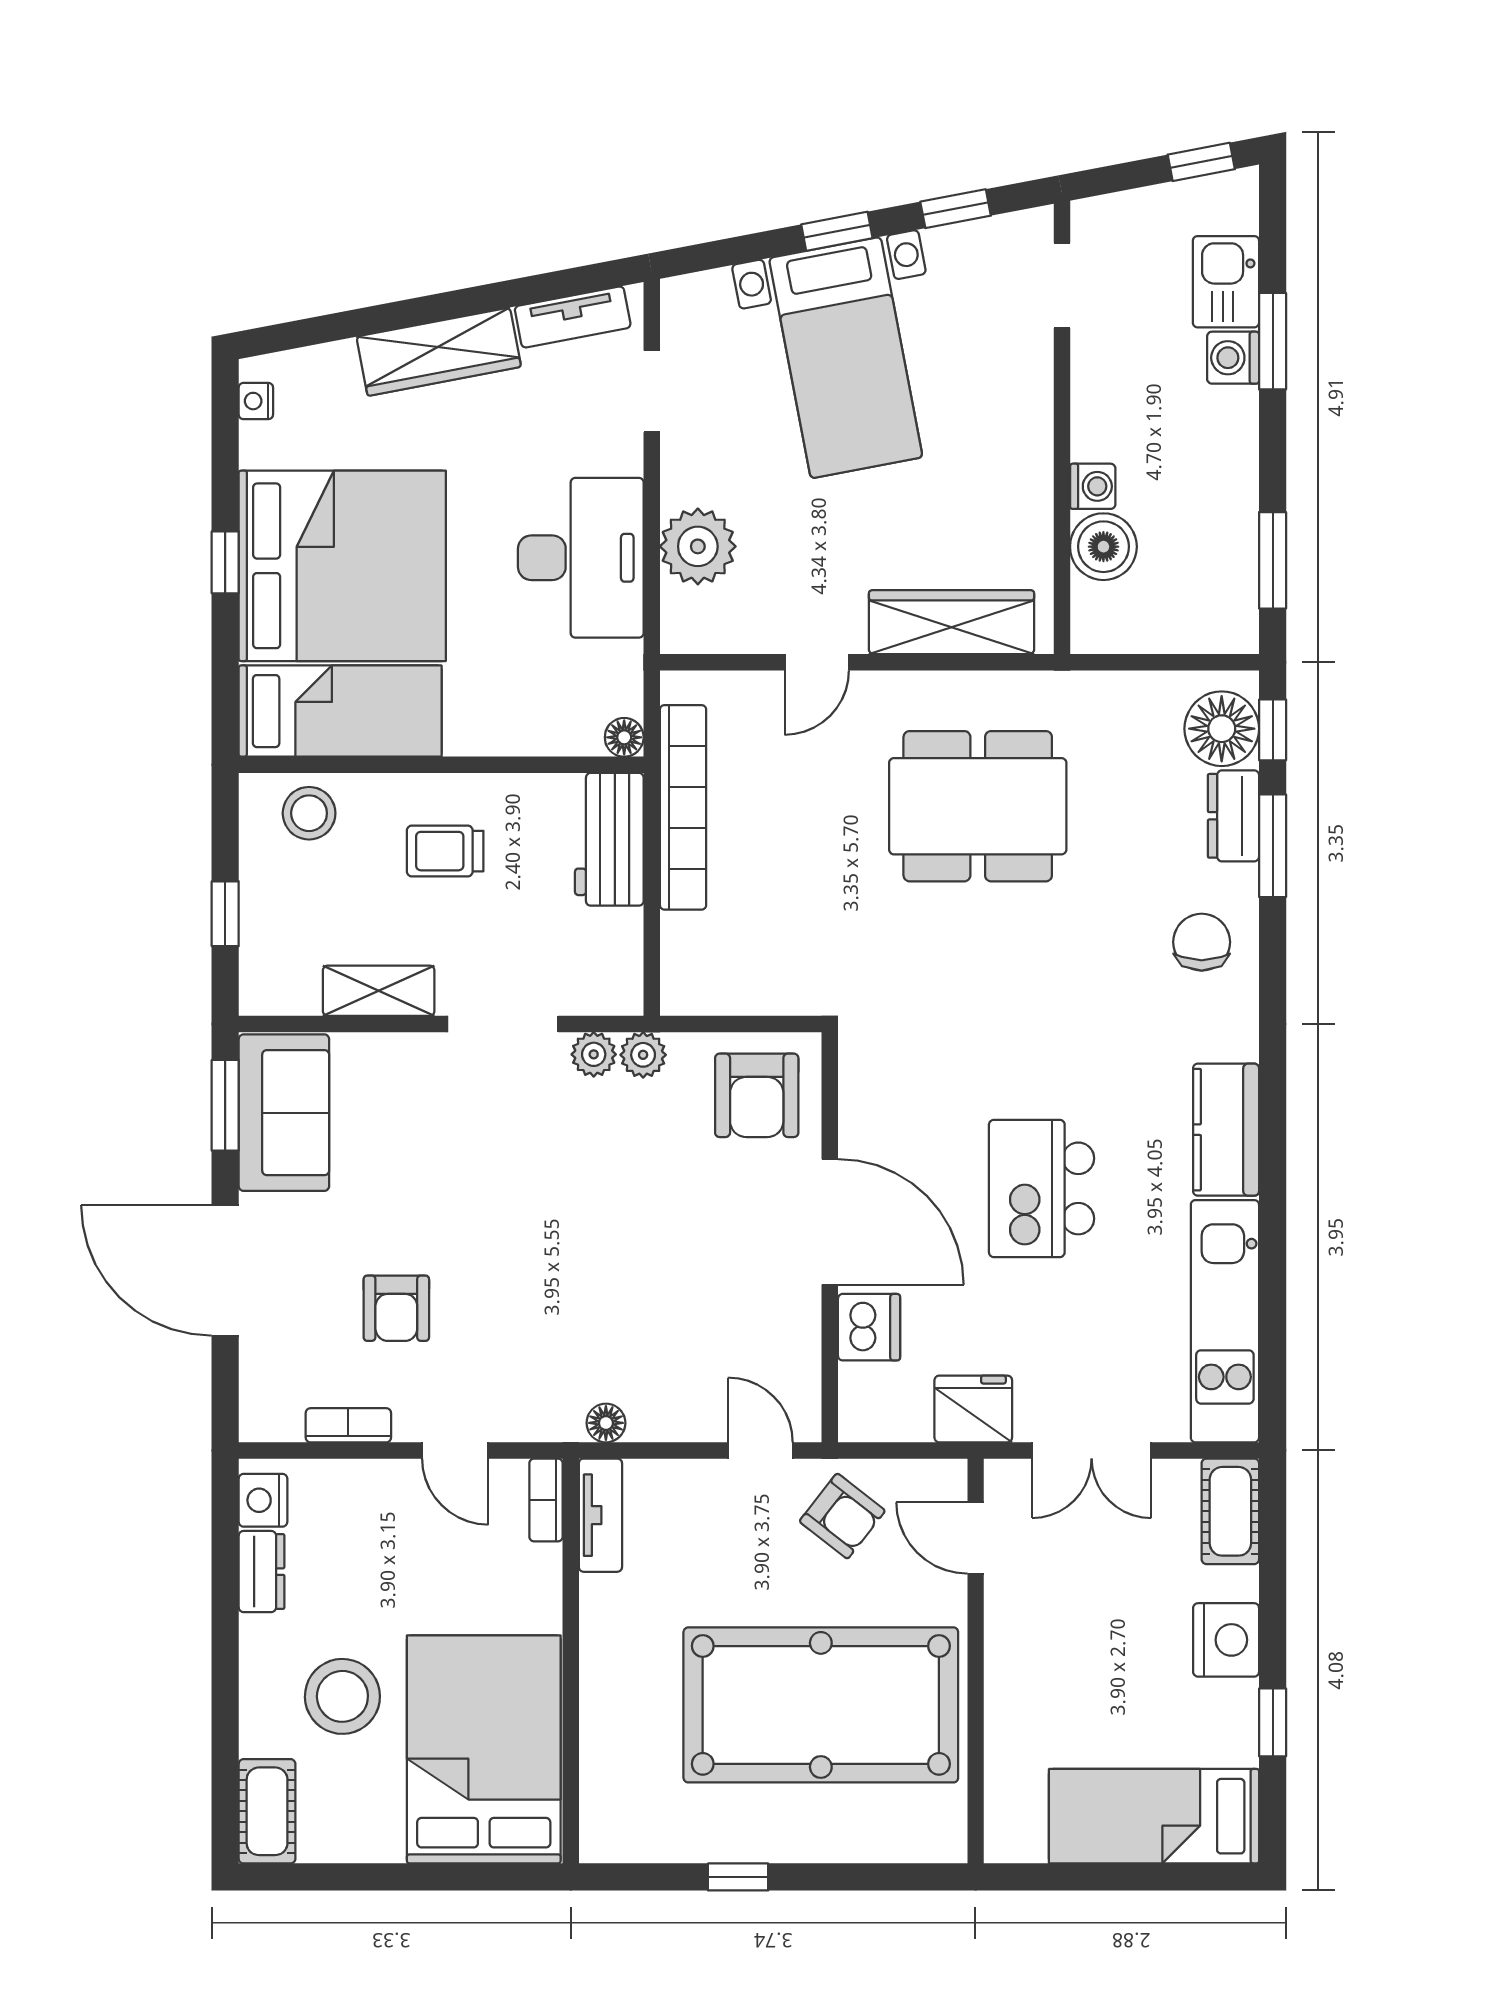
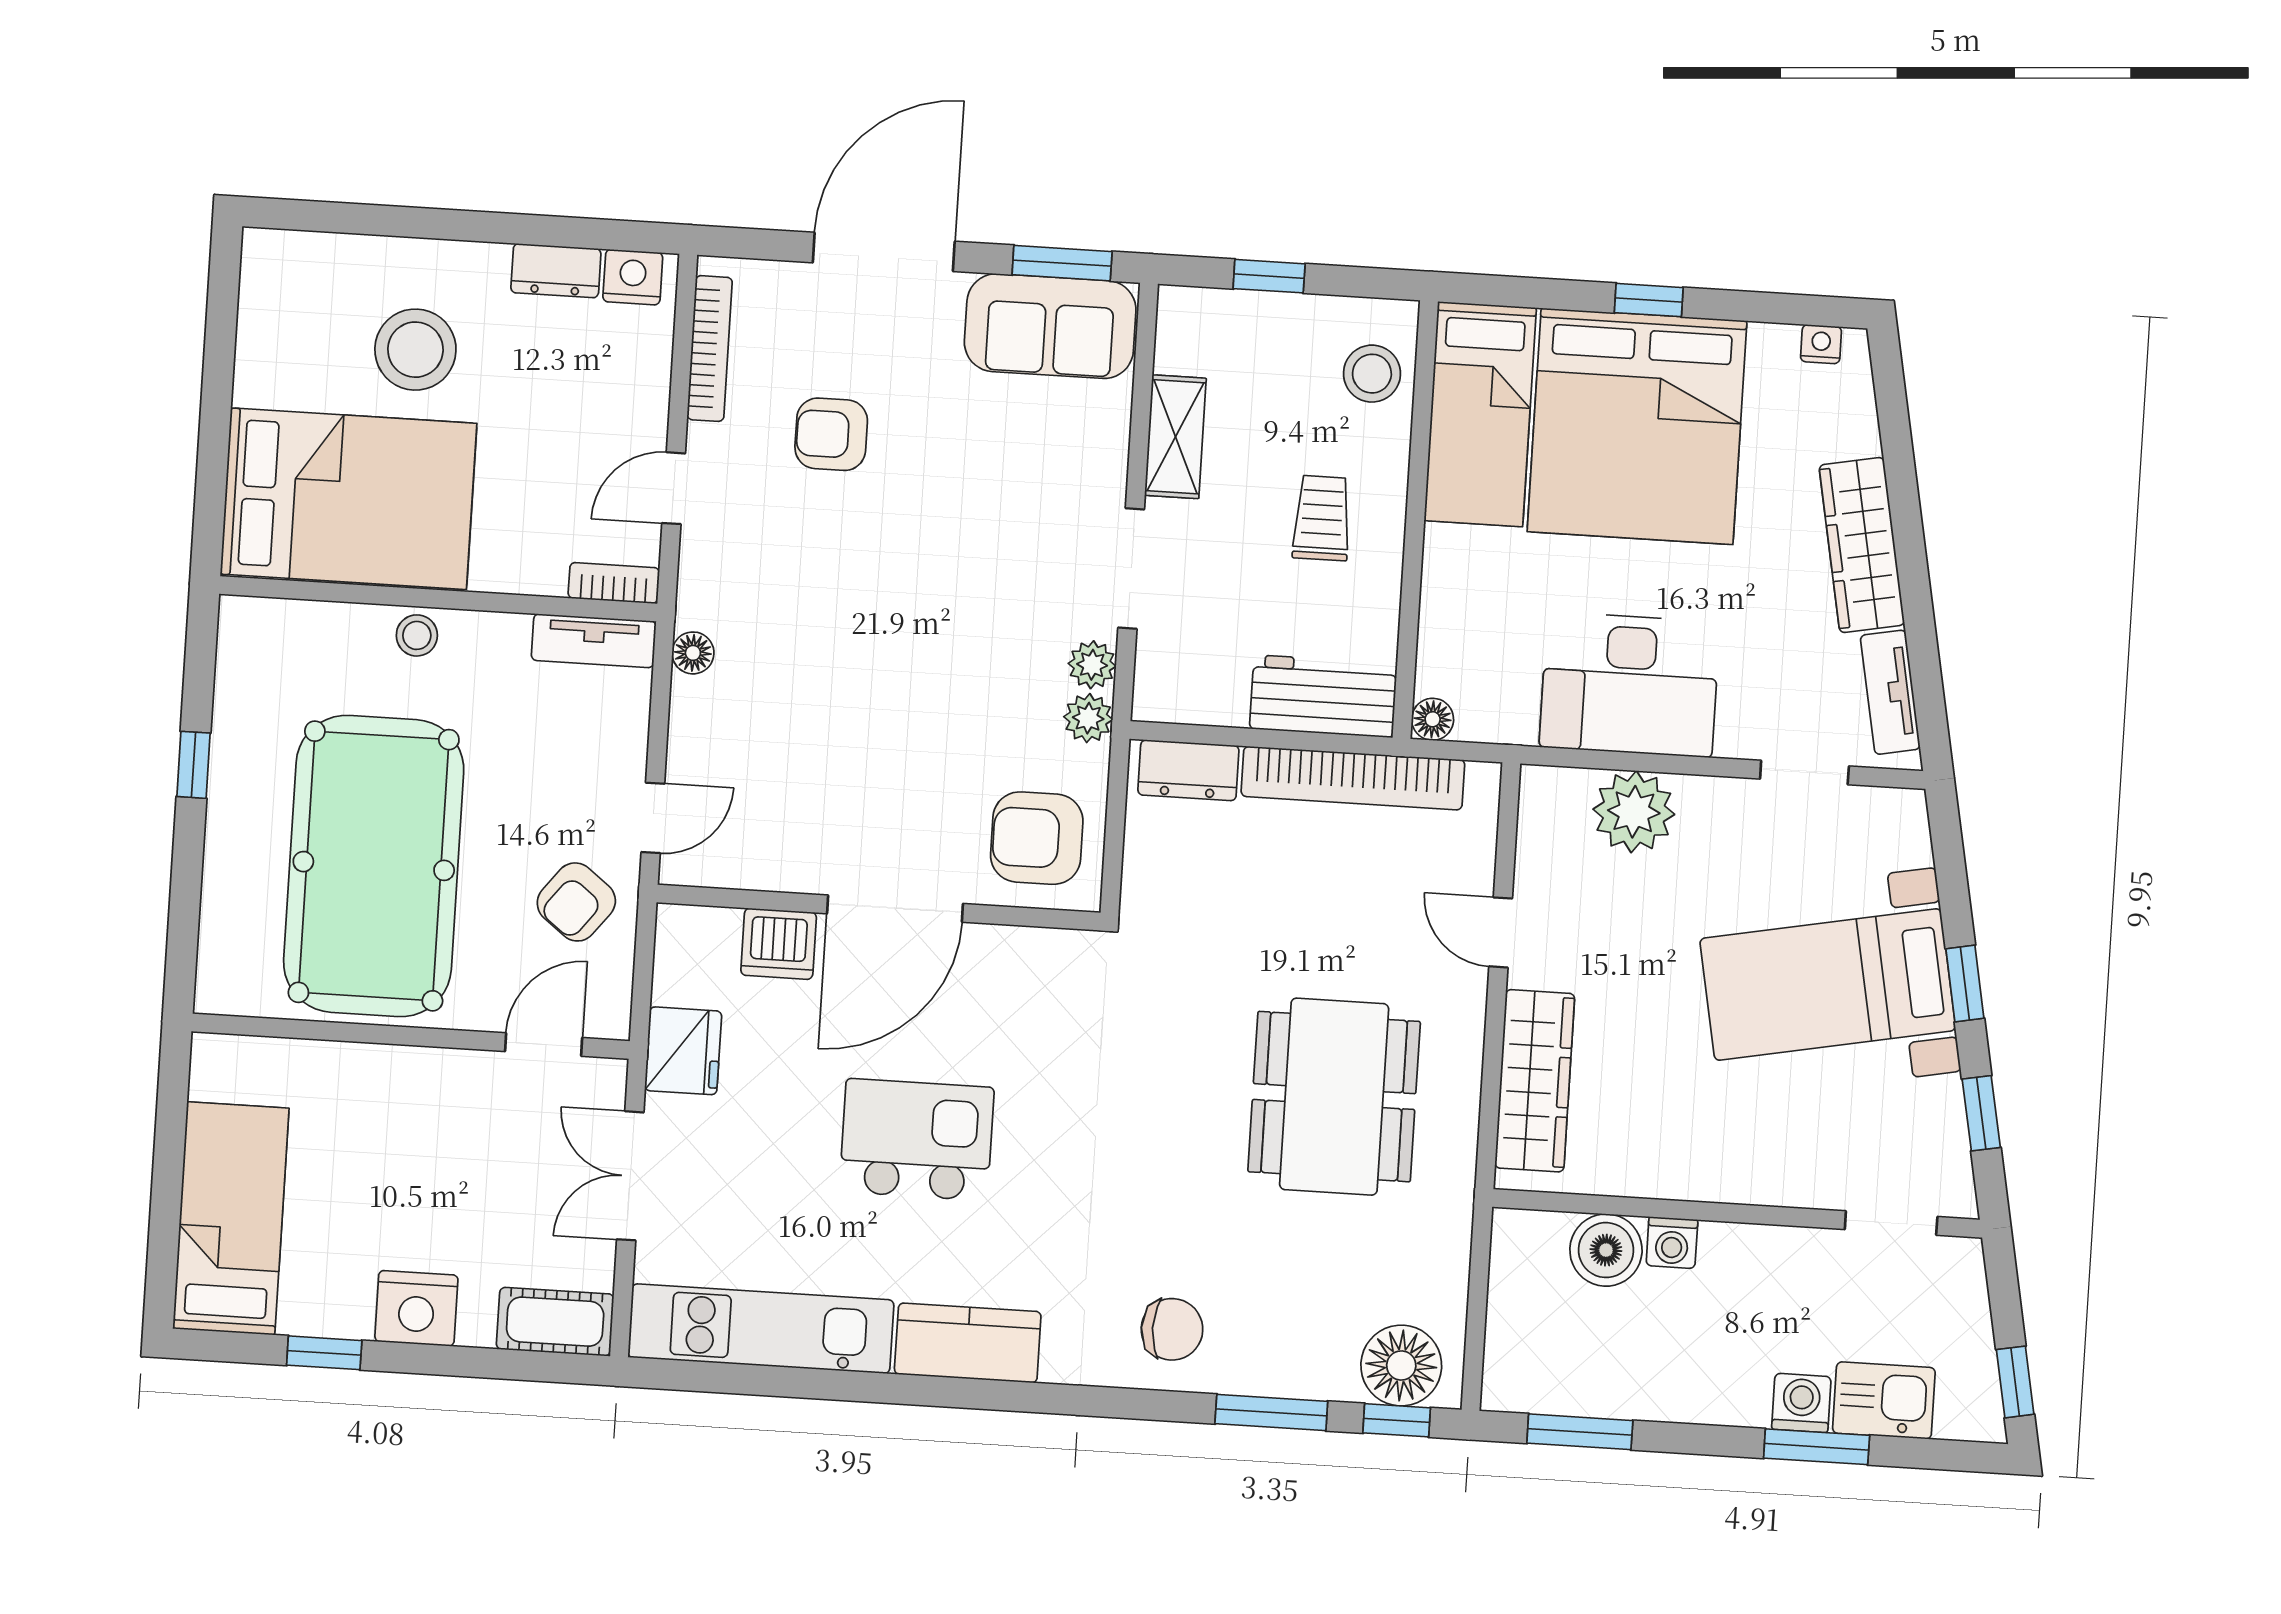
dresser: (1233, 816) -> (1188, 770), moved, turned 180
bookcase: (348, 1425) -> (710, 349), width x1.56
stool: (606, 1679) -> (417, 635), added
cot: (267, 1811) -> (296, 260), removed

